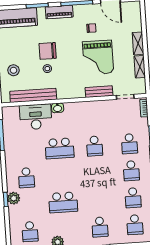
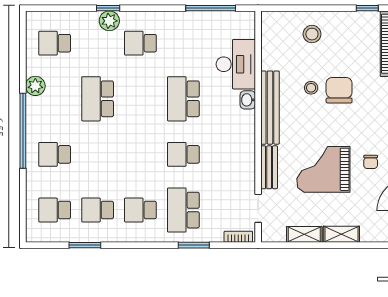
bench: (33, 95) -> (270, 108), moved
school desk: (129, 144) -> (183, 210), width x1.85

